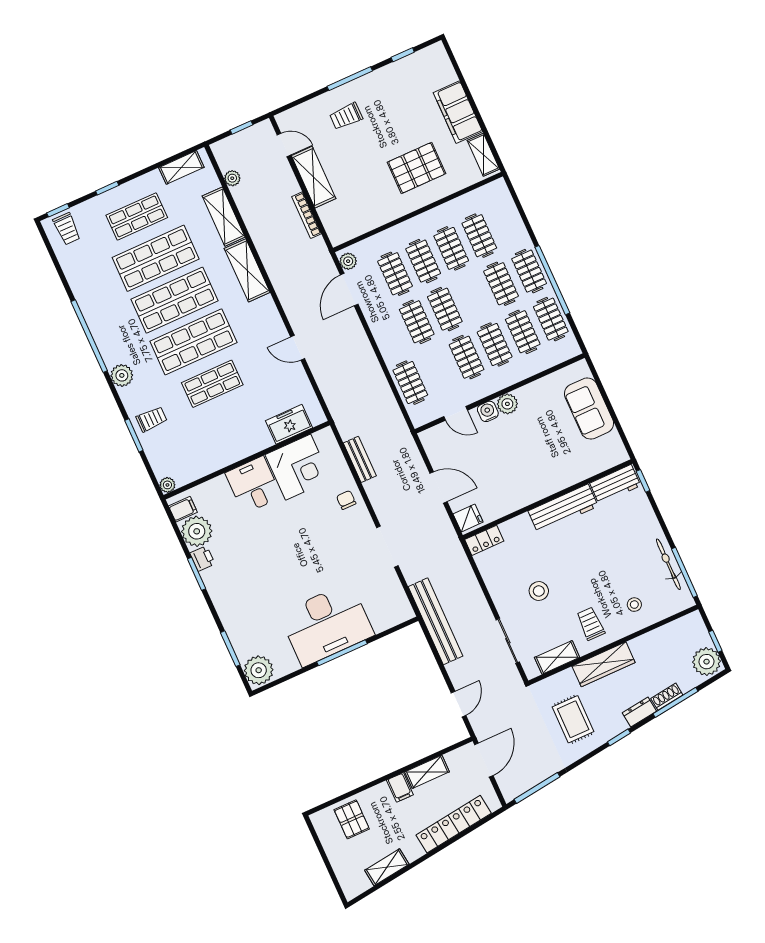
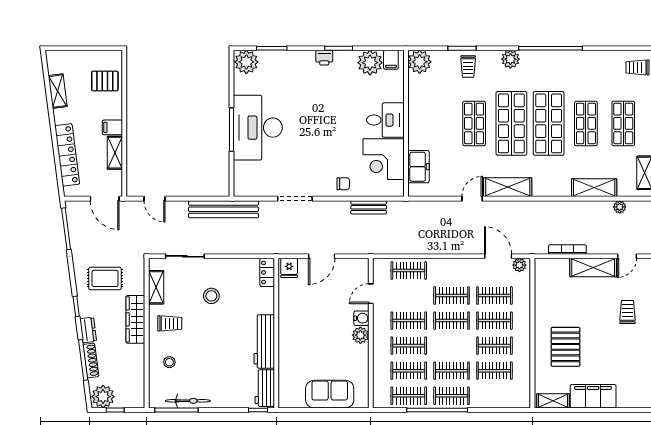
shop shelf: (156, 258) -> (586, 123), width x0.70, depth x0.74
shelving: (247, 270) -> (508, 187), moved
plant: (167, 485) -> (420, 62), width x1.87, depth x1.87
printer: (202, 558) -> (324, 58), moved
shoe rack: (667, 697) -> (91, 360), width x1.43

